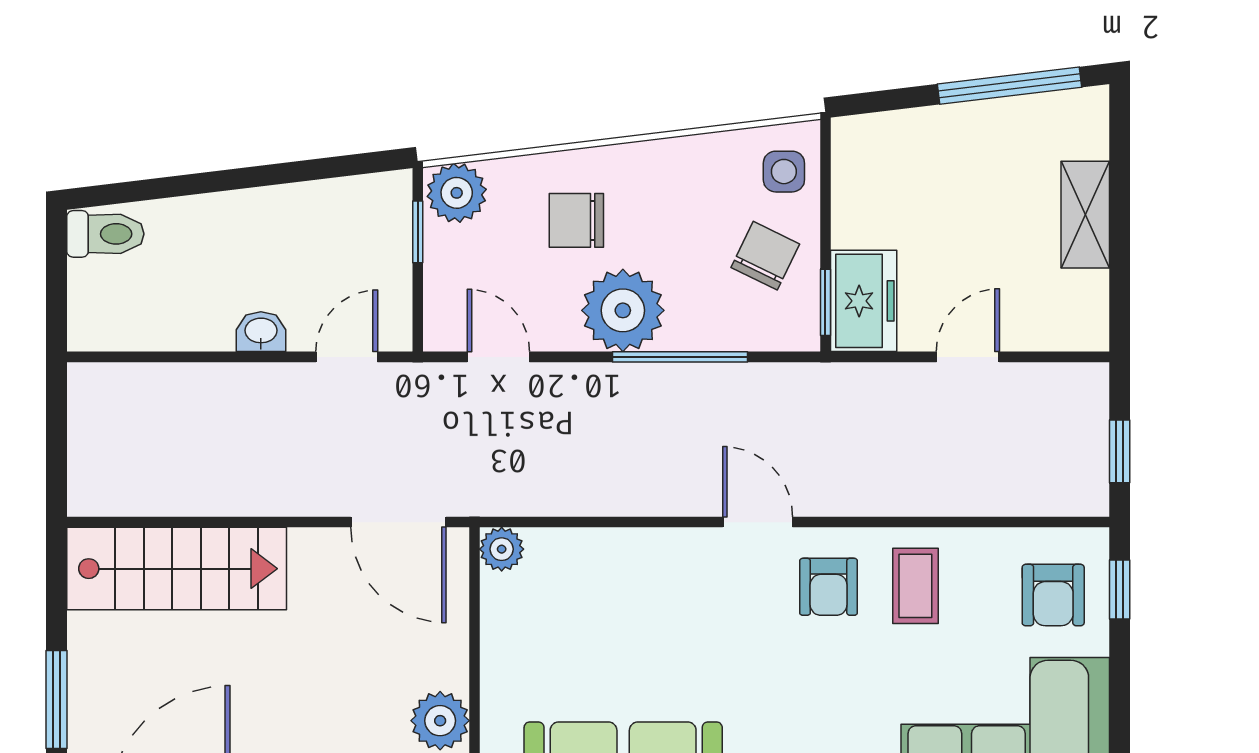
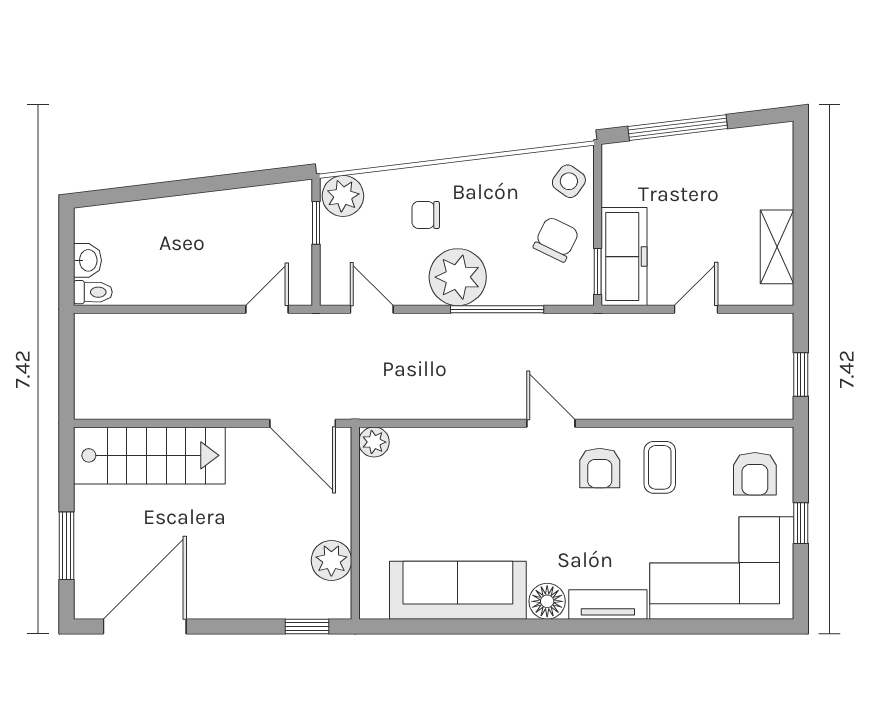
window: (1010, 86) -> (678, 128), moved
side table: (784, 172) -> (569, 181), turned 36
shelving: (1085, 215) -> (777, 247), moved
chair: (576, 220) -> (426, 215), width x0.73, depth x0.73
toilet: (105, 234) -> (93, 292), moved, width x0.73, depth x0.72
freezer: (864, 301) -> (624, 257), width x1.40
washbasin: (261, 332) -> (87, 260), moved, turned 90
window: (1120, 589) -> (801, 523), moved

